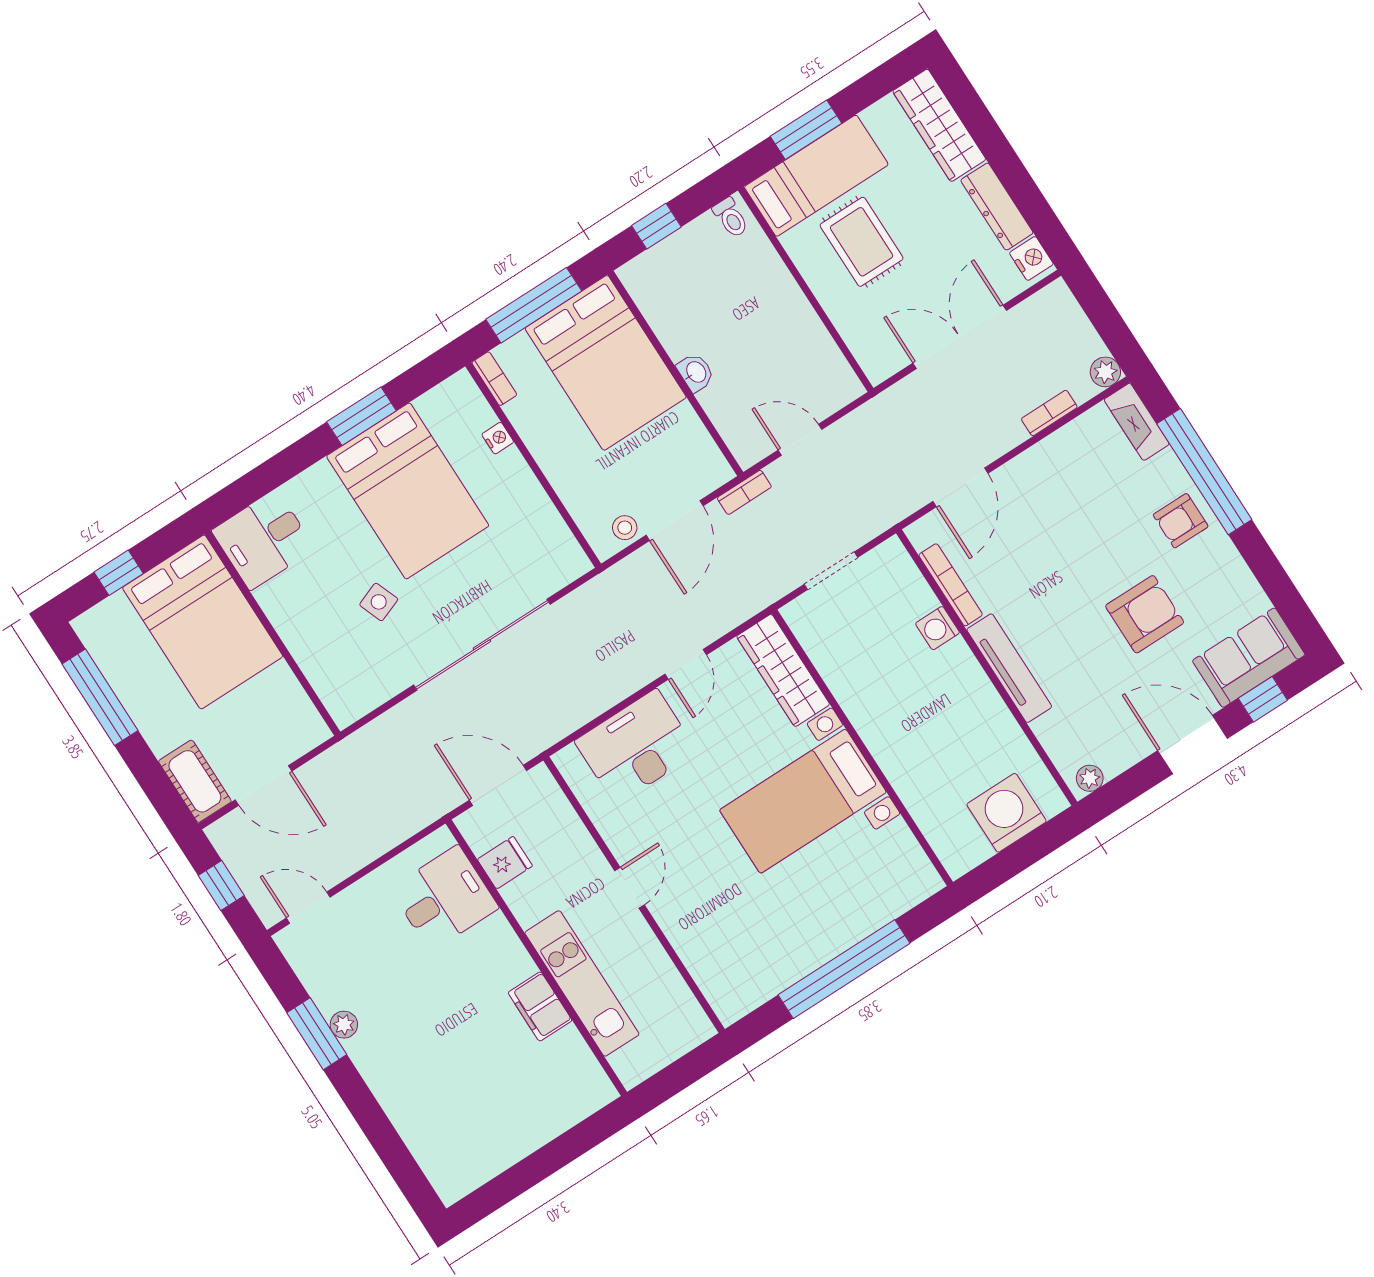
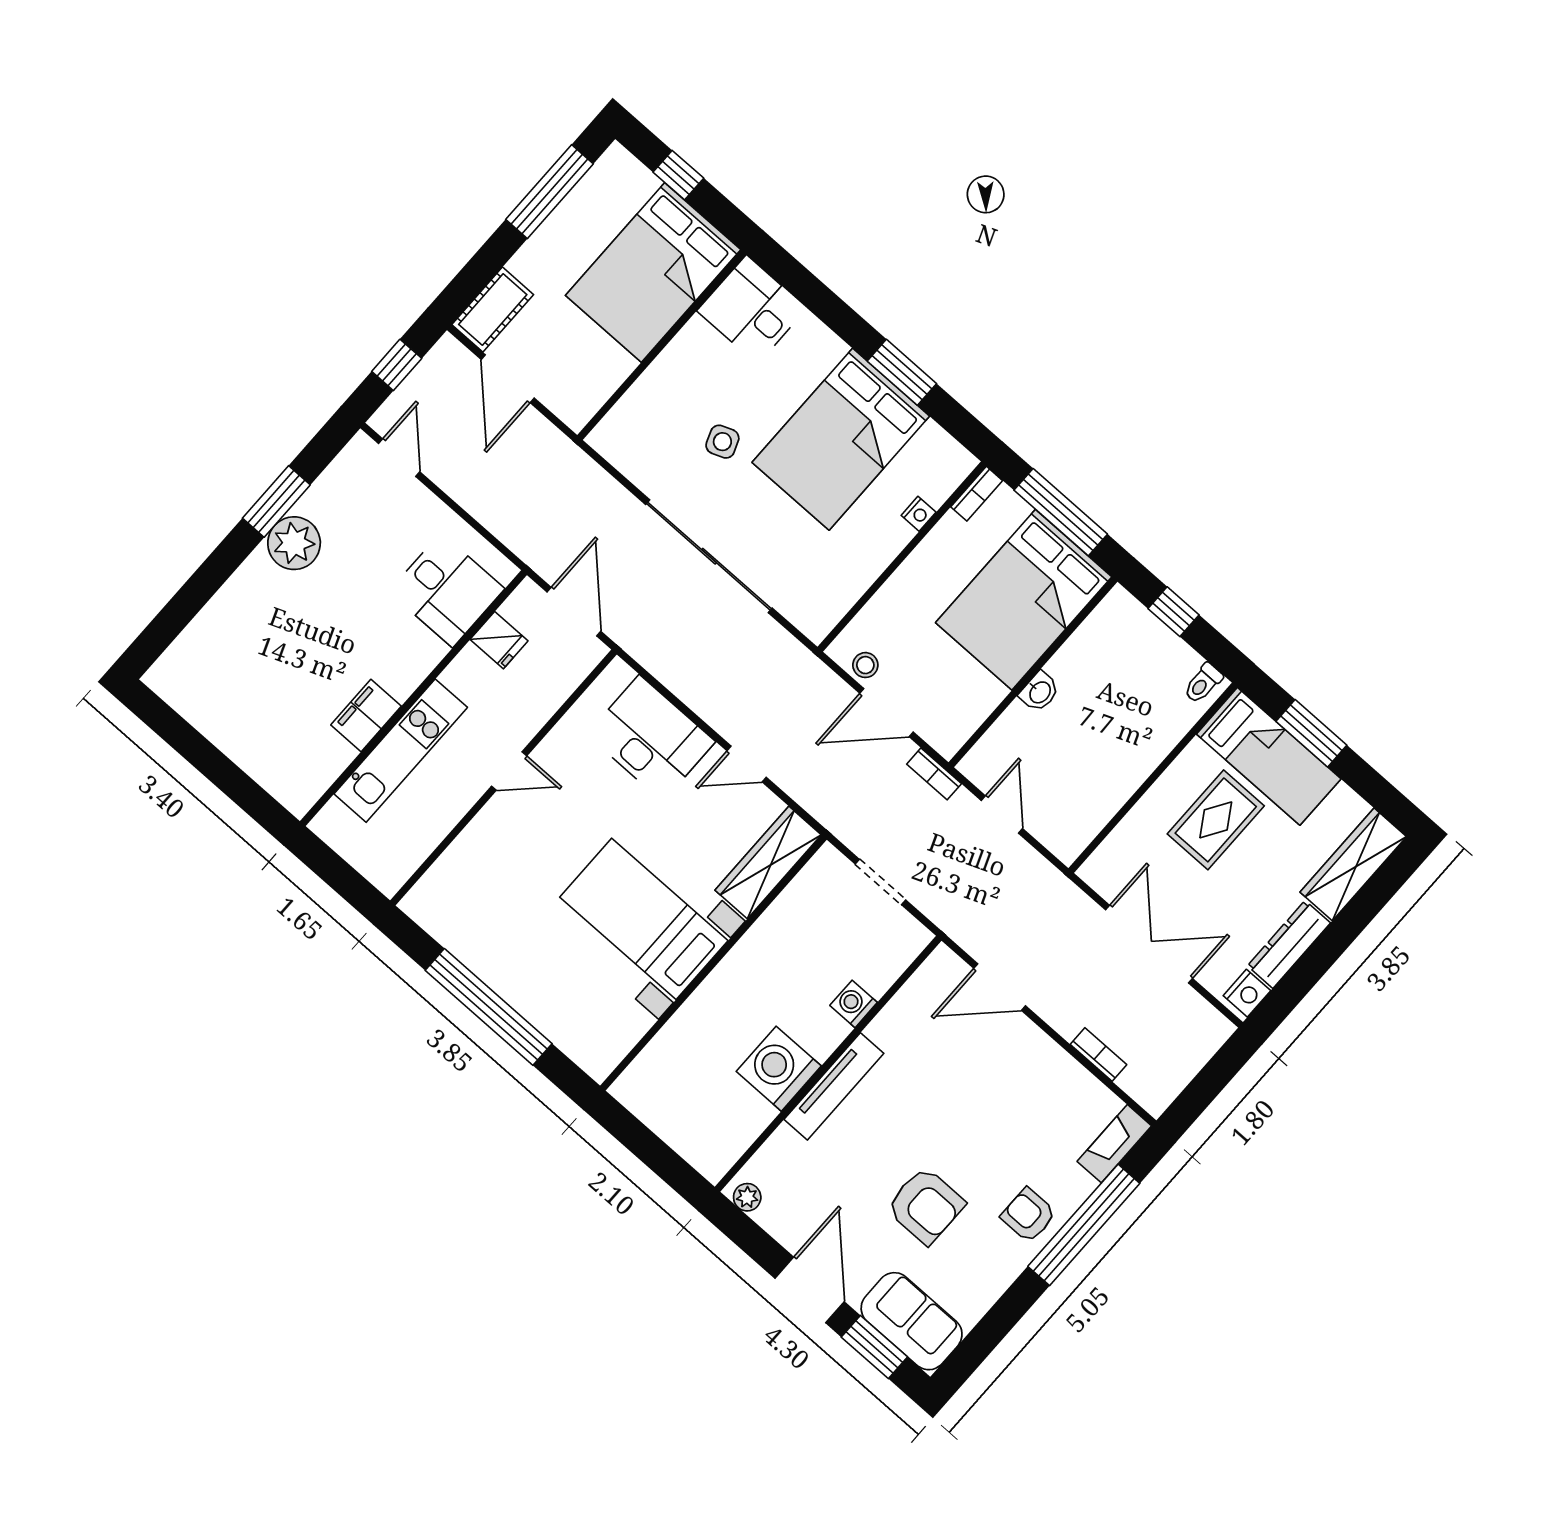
plant: (1105, 372) -> (1155, 1099), removed
bookcase: (951, 585) -> (900, 1005), removed
window: (1263, 699) -> (874, 1347), width x1.50
washing machine: (1007, 813) -> (779, 1069), moved, turned -90
plant: (344, 1025) -> (294, 543), width x1.87, depth x1.87

